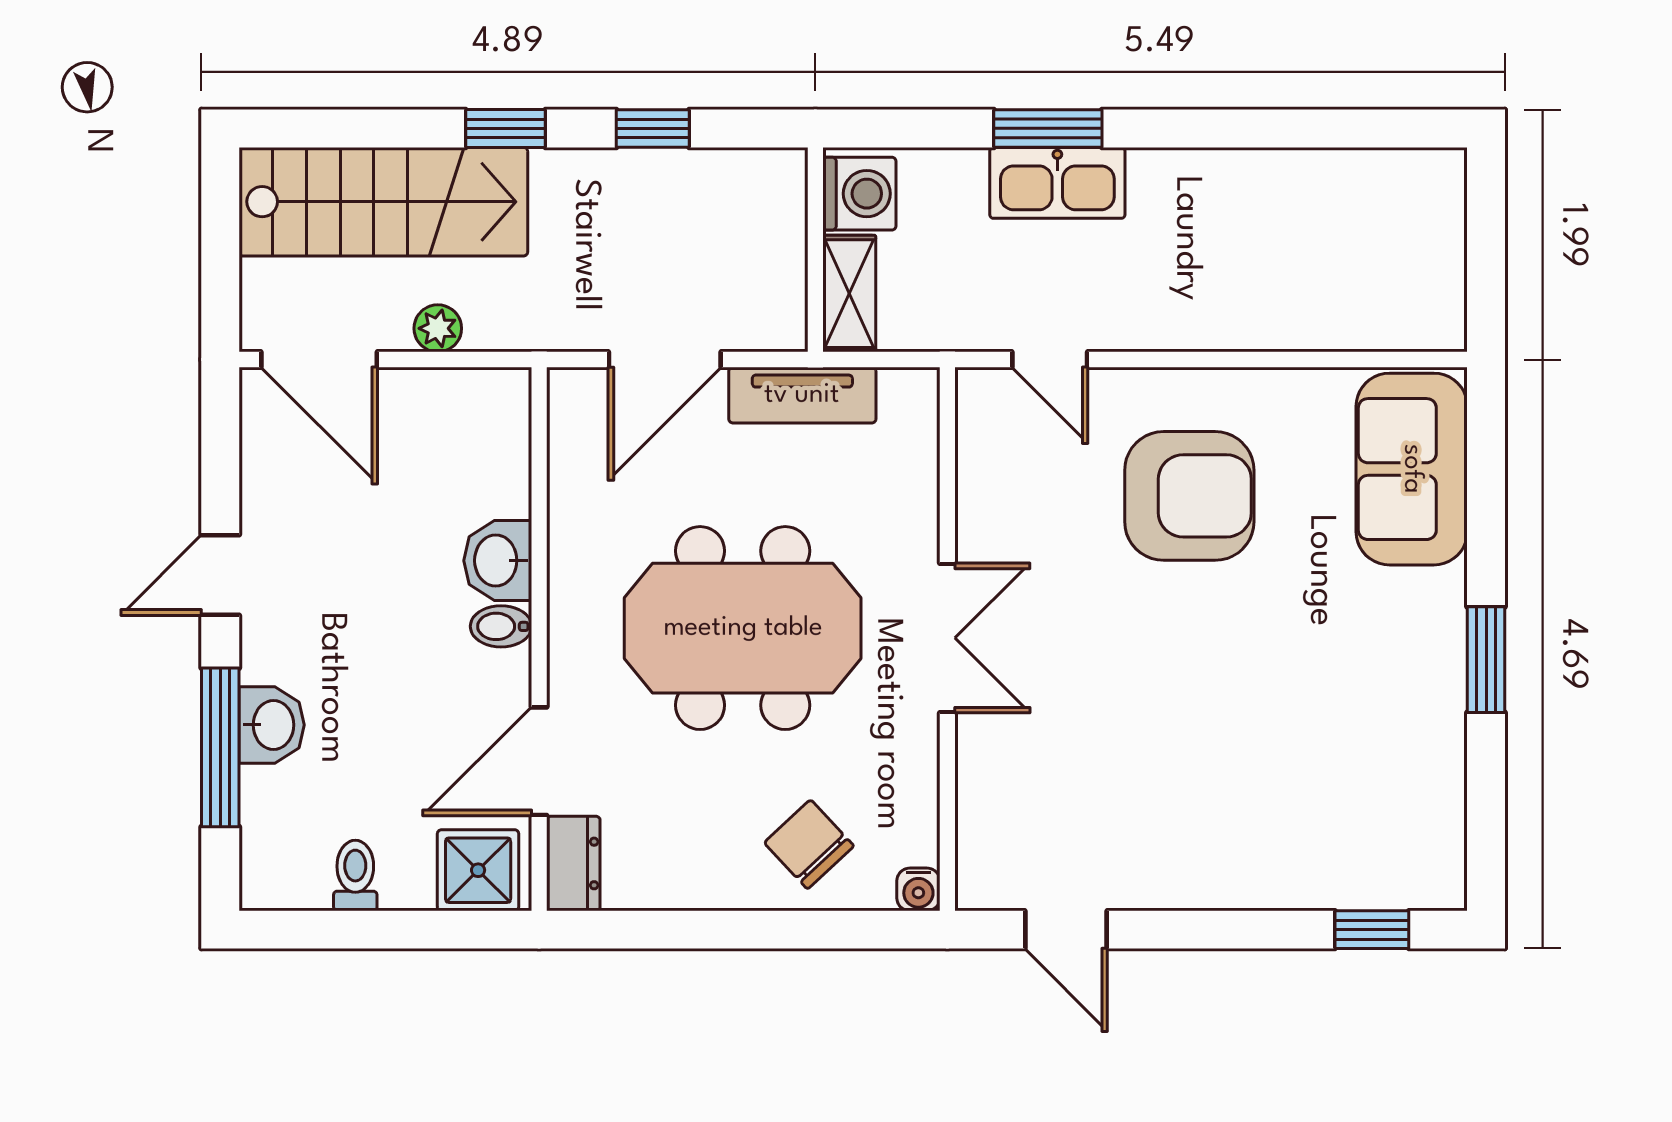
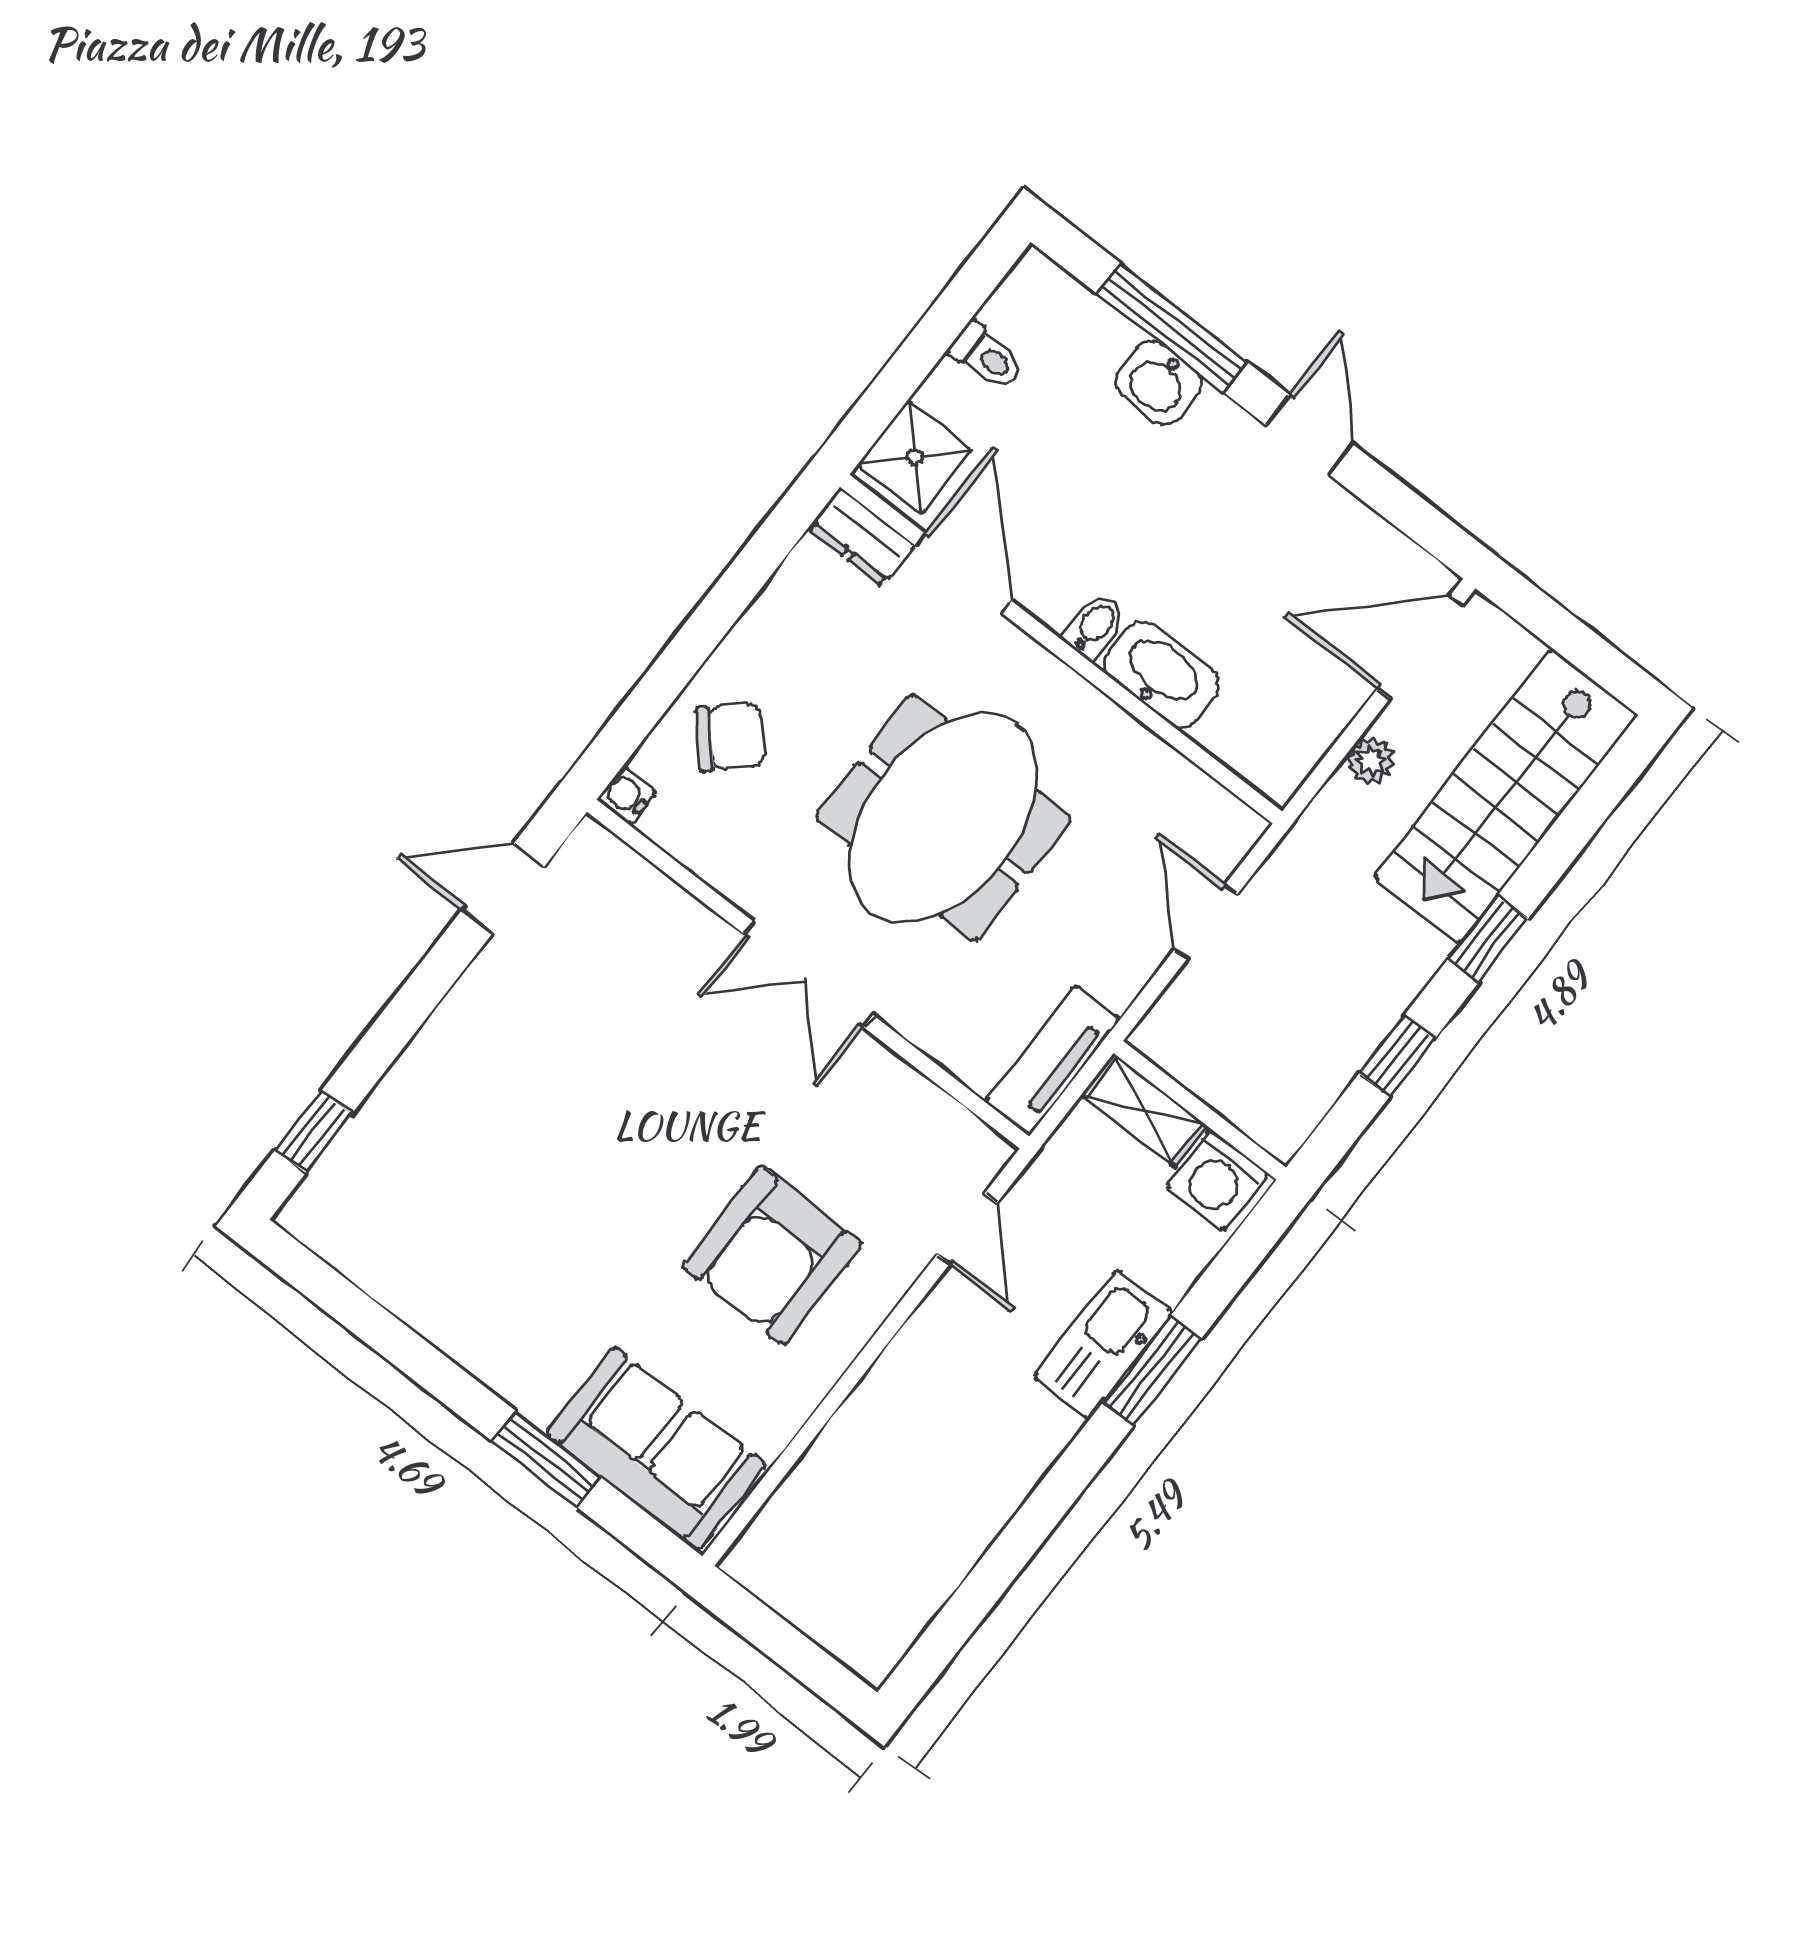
door: (665, 360) -> (1206, 922), width x0.73
door: (1050, 360) -> (967, 1229), swing flipped
tv unit: (802, 395) -> (1052, 1061), moved
washbasin: (498, 561) -> (1161, 674), width x1.38
window: (1486, 660) -> (546, 1459), moved

